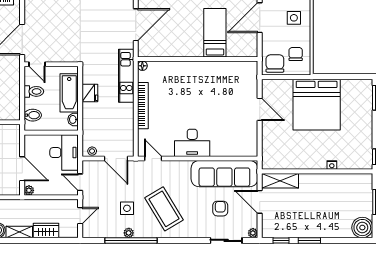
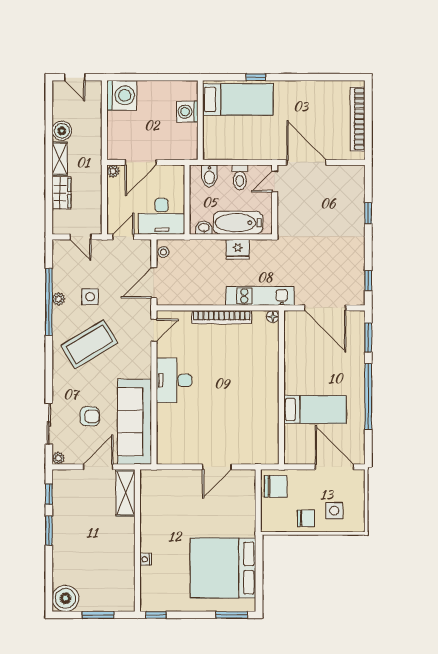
chair: (296, 54) -> (306, 518), moved
bed: (317, 105) -> (223, 568), moved

